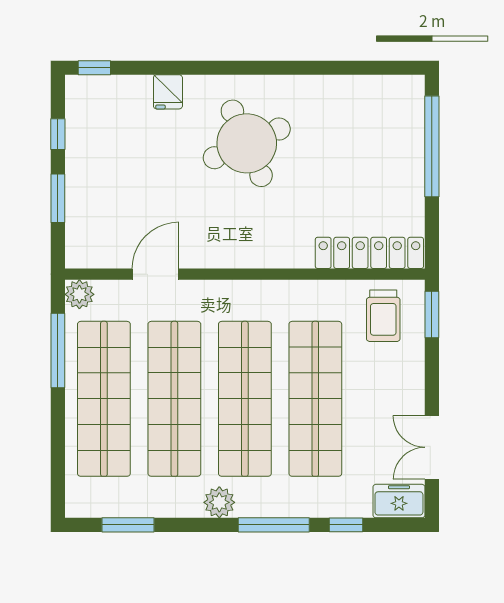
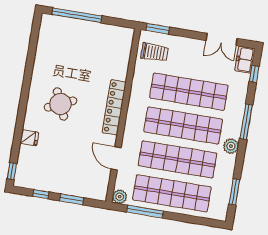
round table: (247, 143) -> (60, 104), width x0.73, depth x0.73
locker: (369, 253) -> (114, 107), moved
window: (346, 525) -> (254, 74), moved

